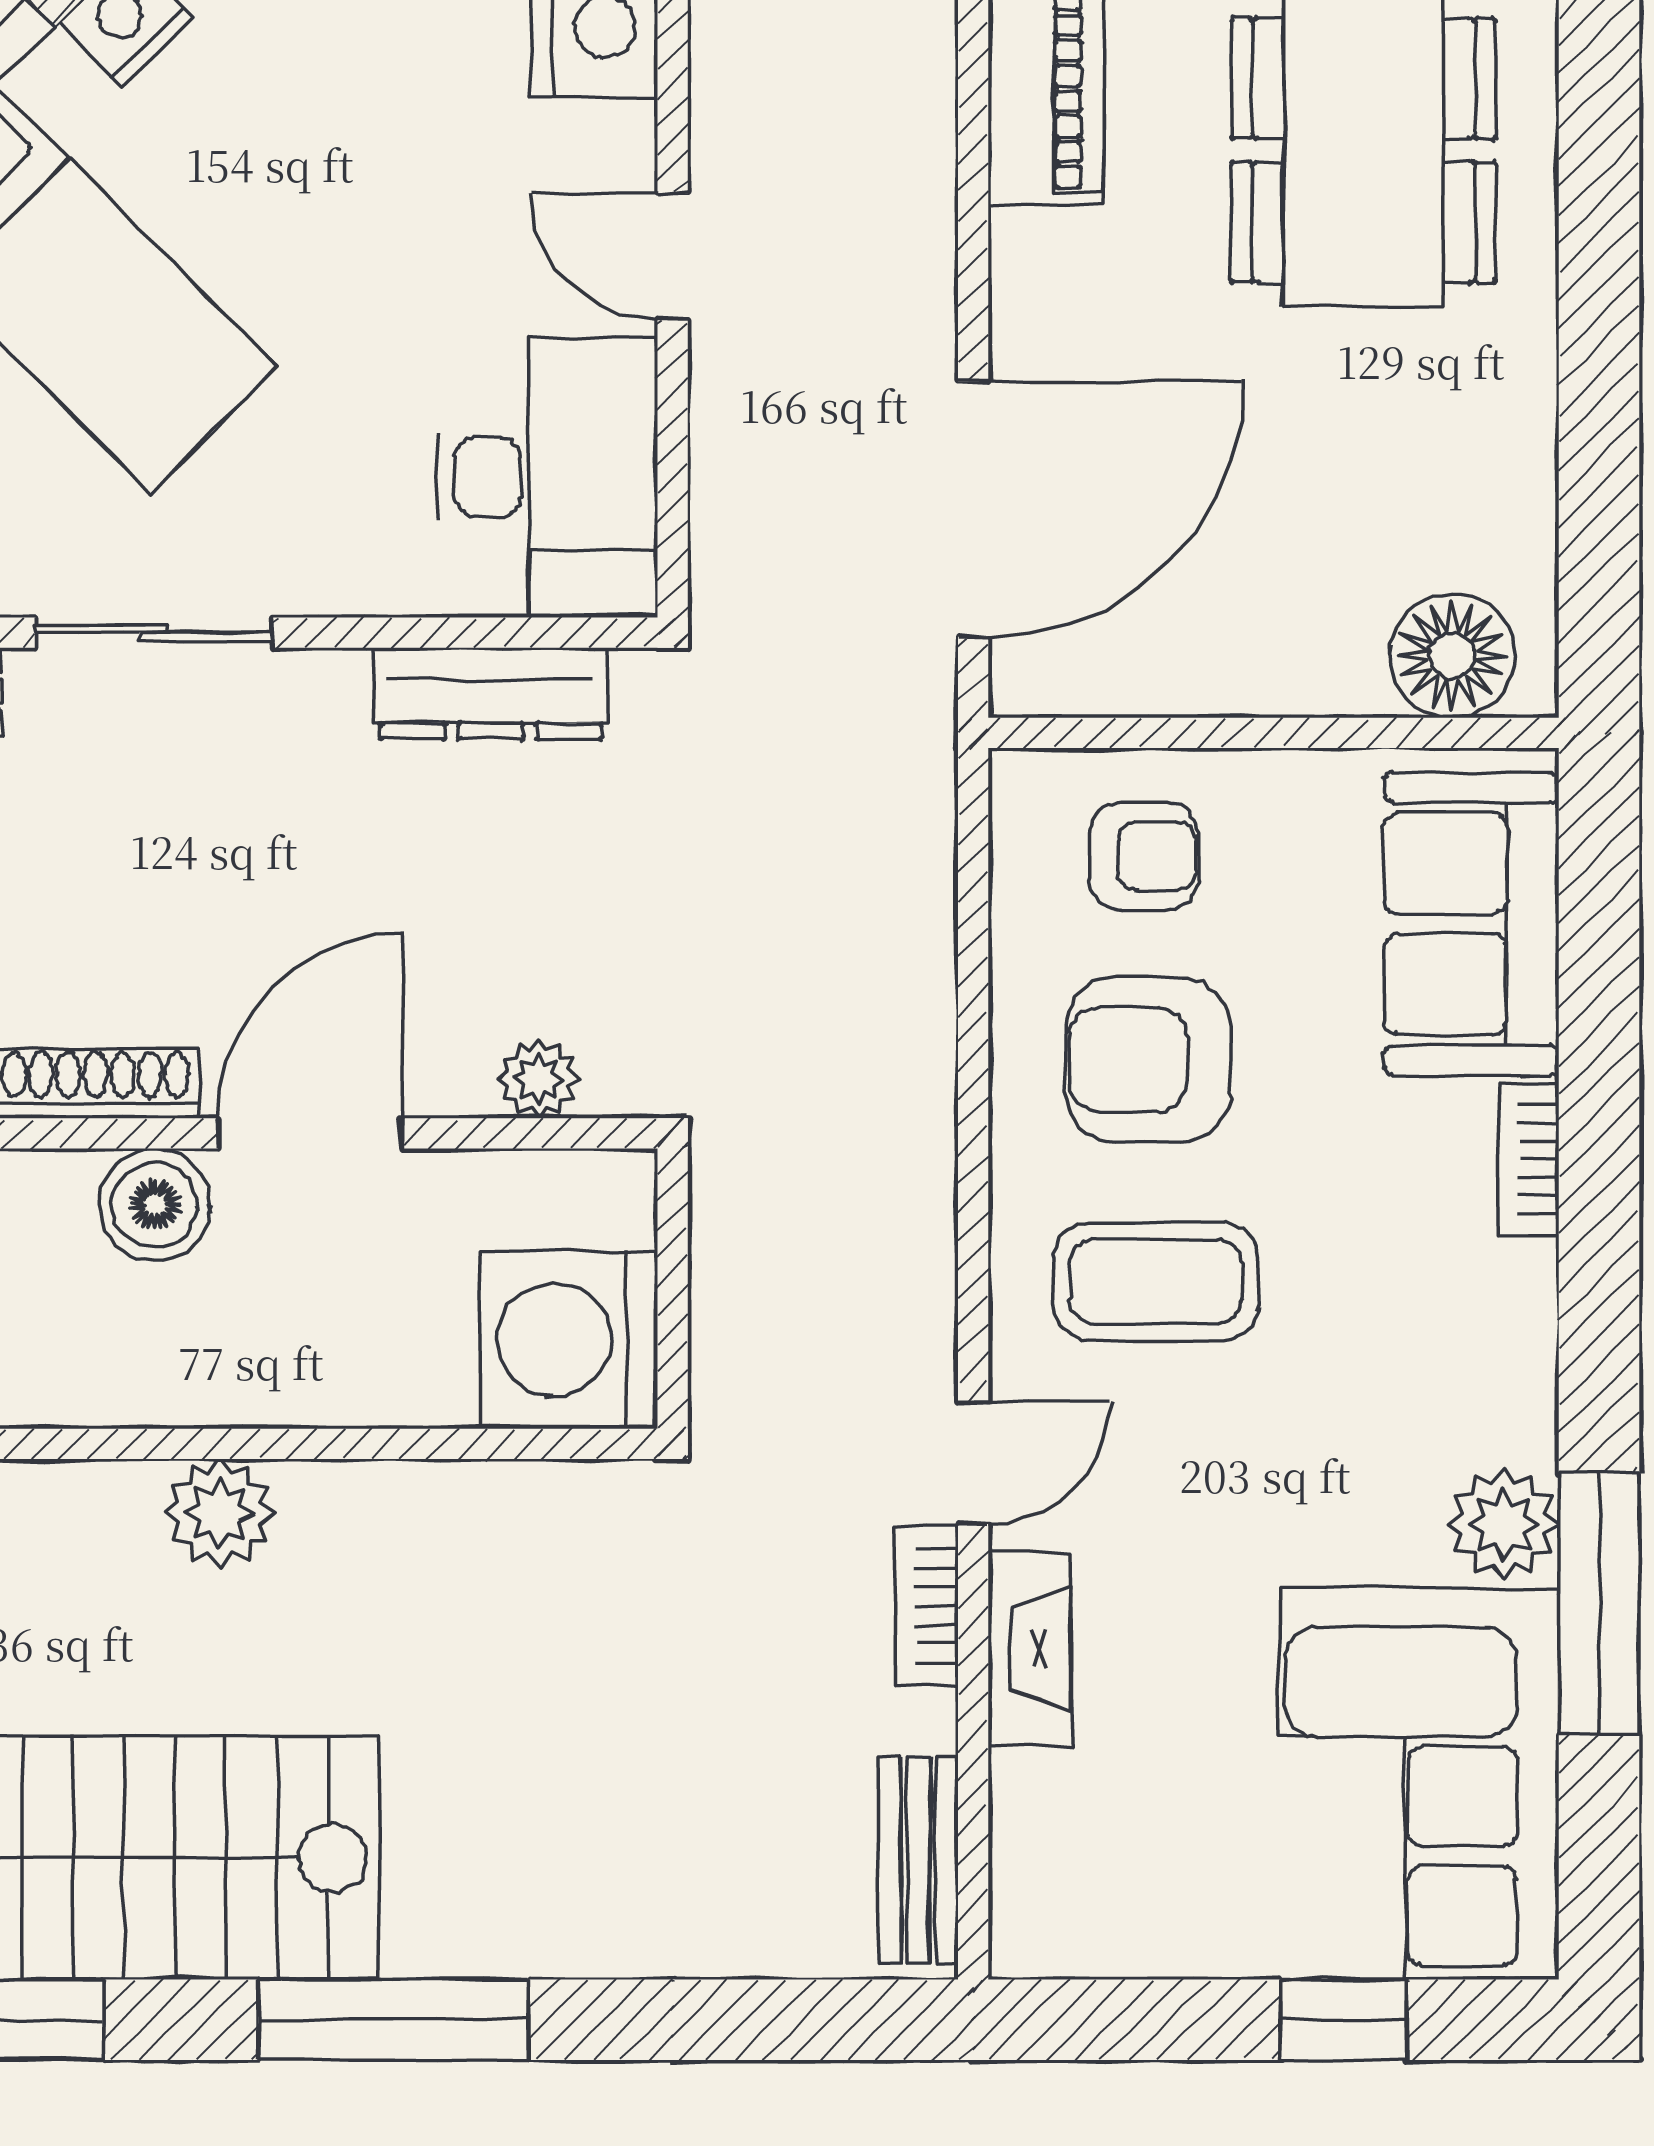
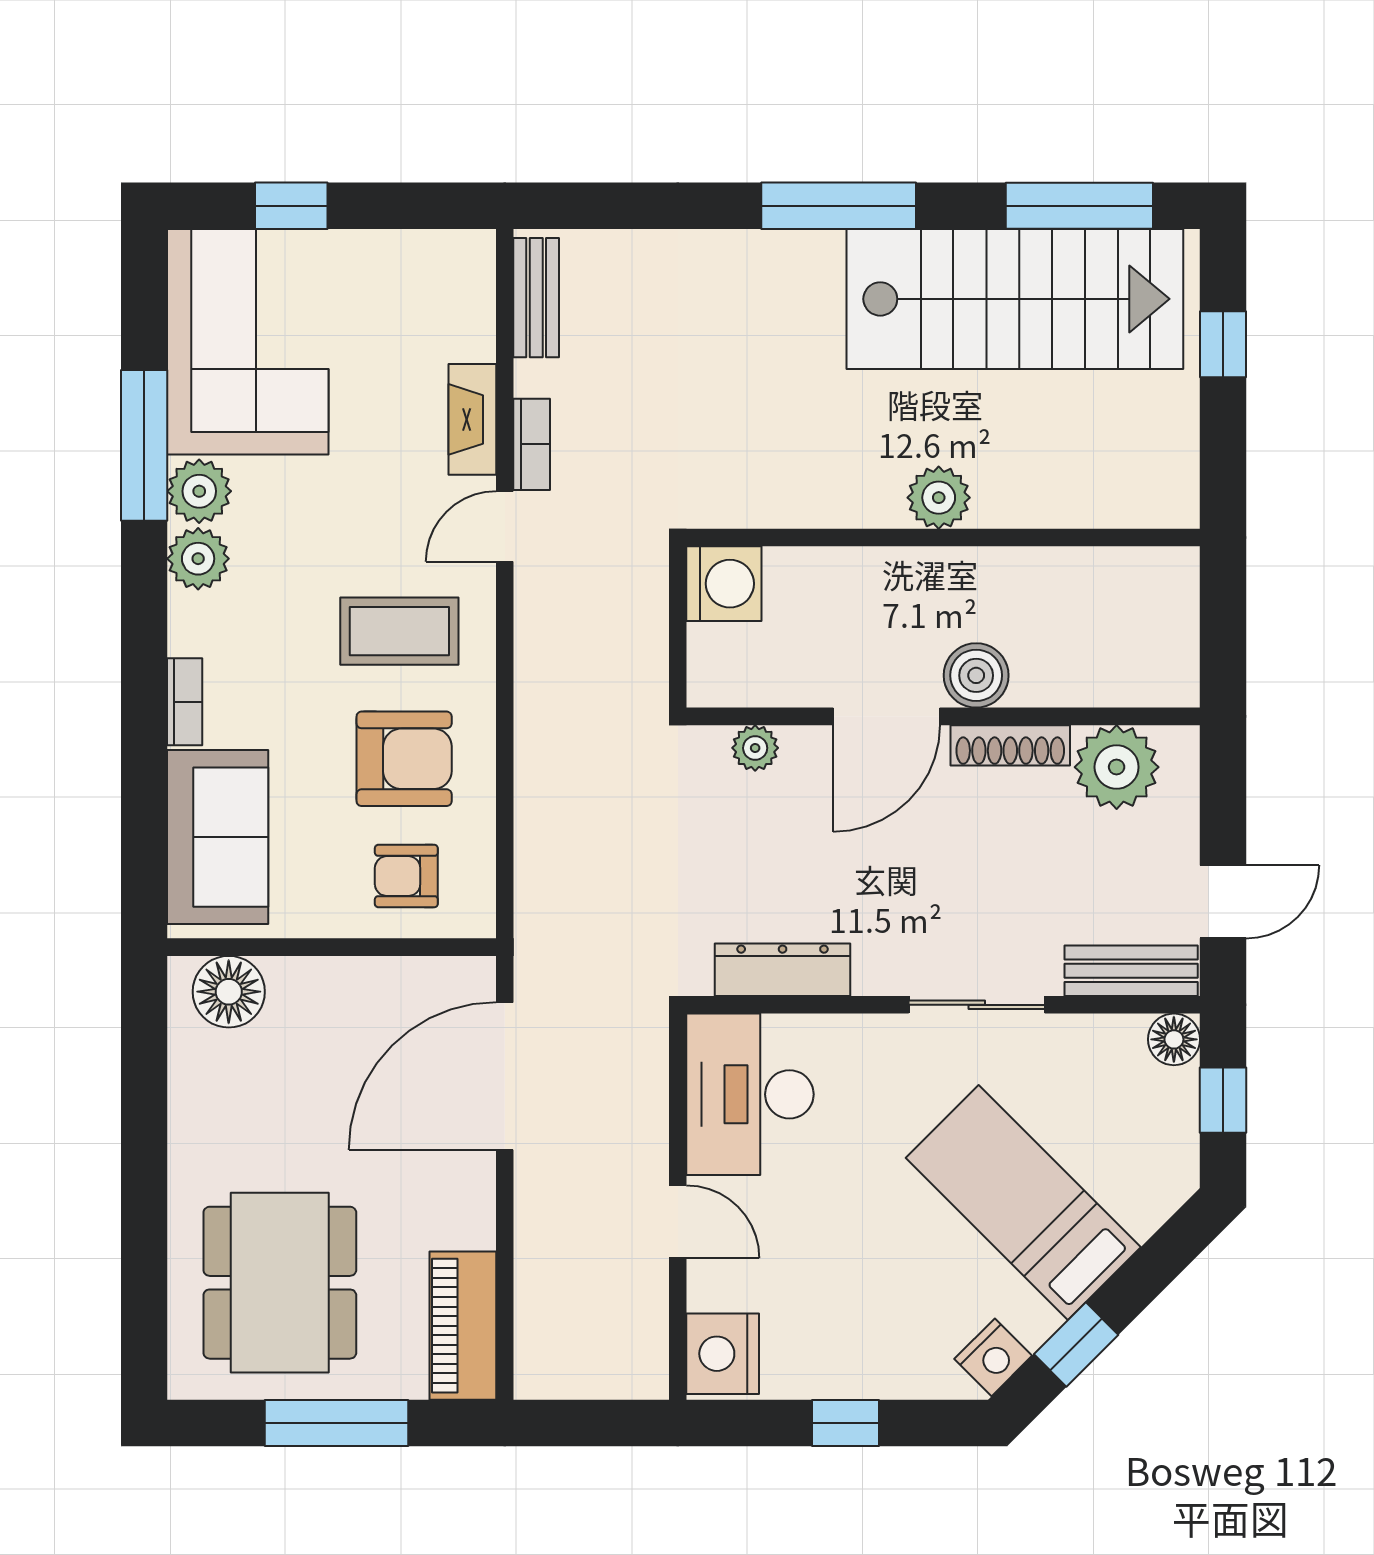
washing machine: (568, 1340) -> (724, 584), width x0.73, depth x0.73
plant: (1505, 1407) -> (198, 559), added

